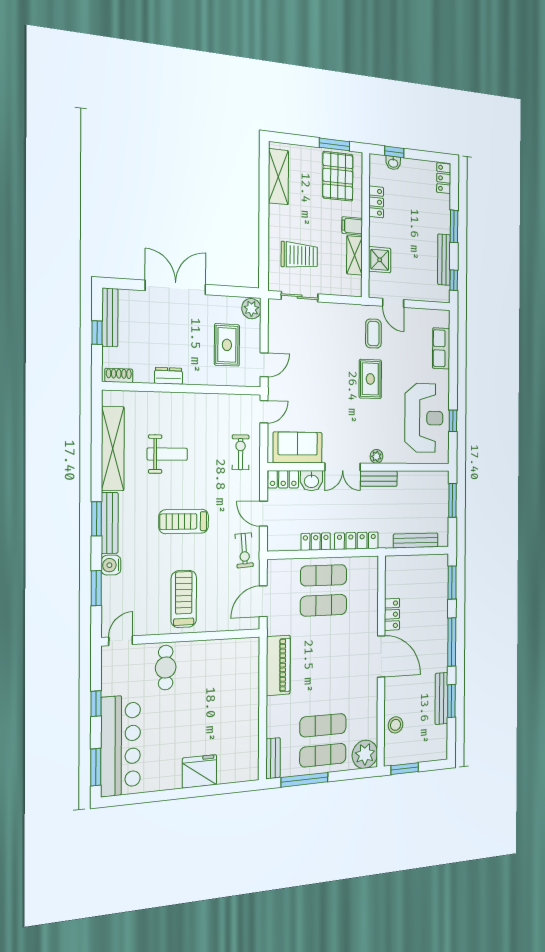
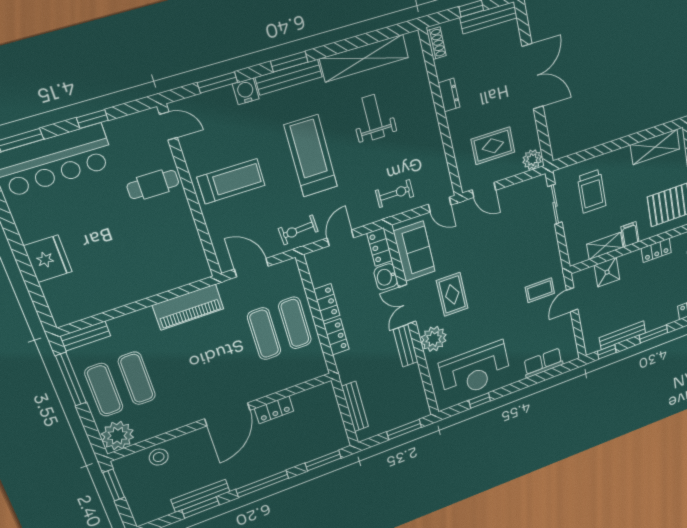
rug: (370, 379) -> (452, 294), moved, turned 90
weight bench: (167, 454) -> (373, 117), turned 180
plant: (376, 456) -> (434, 339), width x1.88, depth x1.88
treadmill: (184, 521) -> (311, 156), width x1.37, depth x1.38
locker: (356, 541) -> (336, 337), width x0.66

